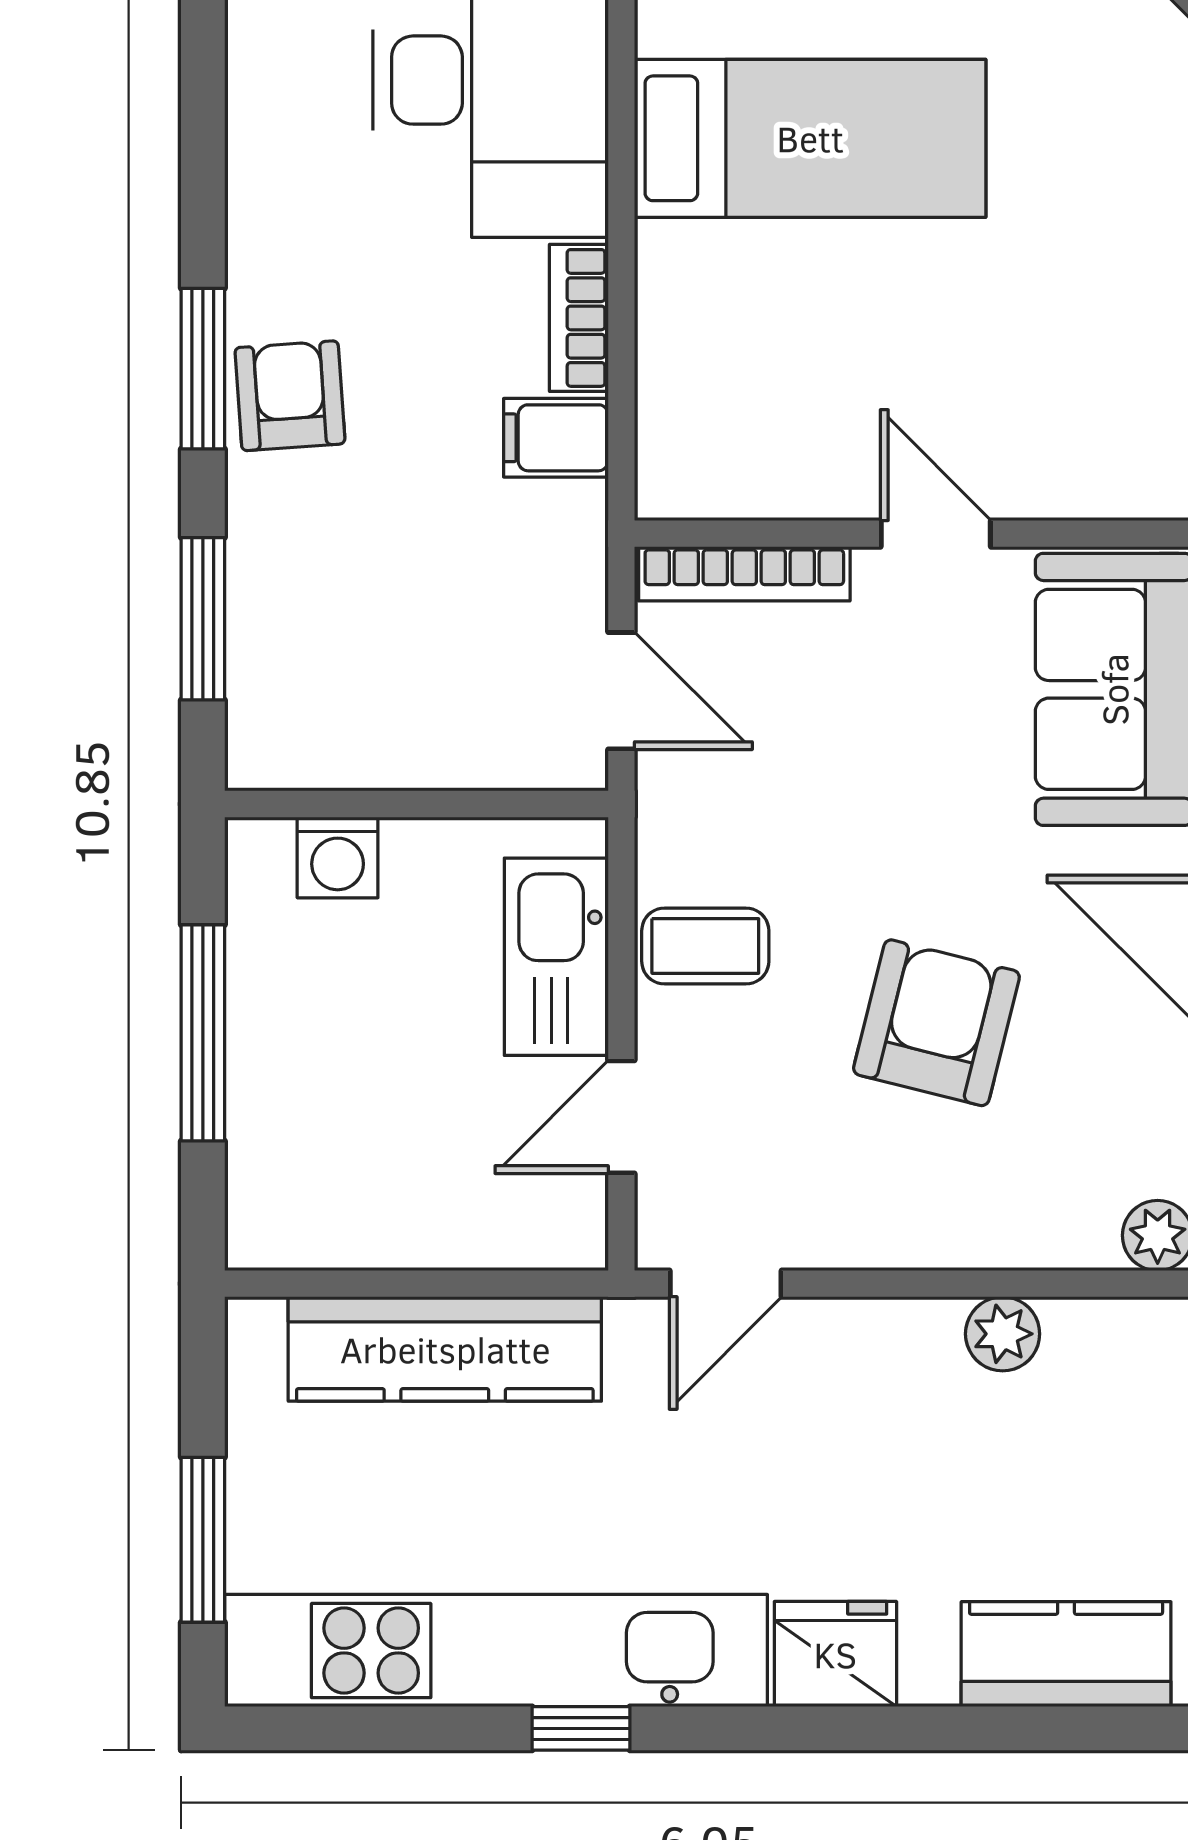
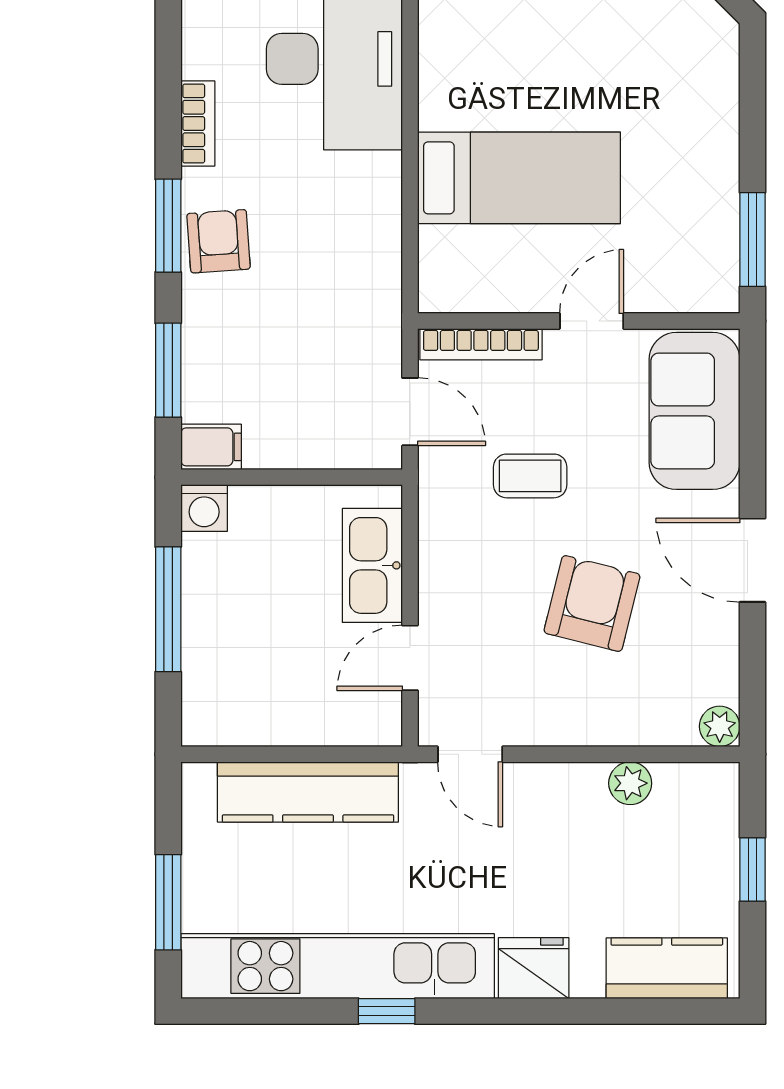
bed: (810, 138) -> (519, 178), moved
bookcase: (579, 318) -> (198, 123), moved, turned 180
filing cabinet: (556, 438) -> (211, 447), moved, turned 180
door: (936, 534) -> (592, 321), hinge flipped
washing machine: (338, 857) -> (204, 508), moved
coffee table: (705, 946) -> (530, 476), moved
door: (726, 1284) -> (470, 754), hinge flipped

